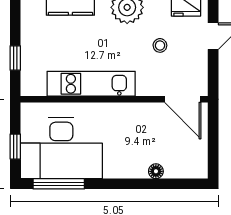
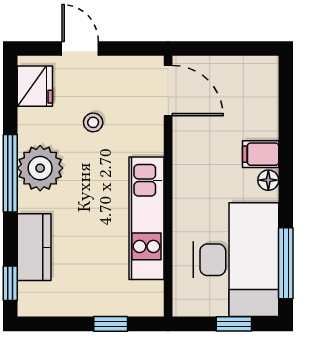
door: (183, 99) -> (168, 91), hinge flipped
filing cabinet: (137, 166) -> (261, 154), added
floor lamp: (156, 171) -> (268, 180), moved

